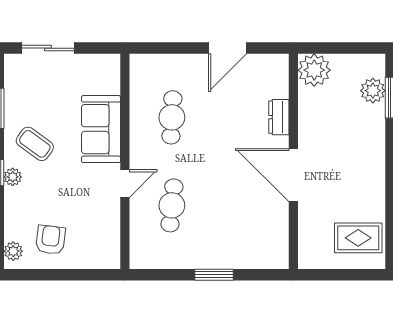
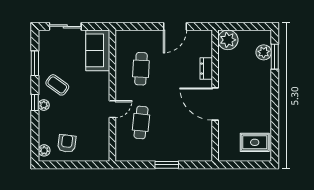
sofa: (101, 129) -> (98, 50), moved

